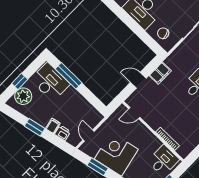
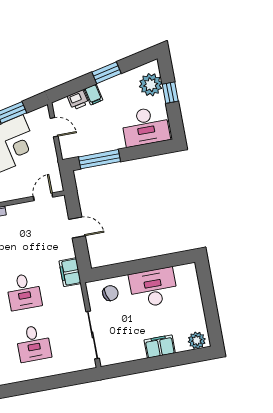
filing cabinet: (160, 73) -> (70, 272), moved
window: (69, 76) -> (100, 159), moved
door: (138, 80) -> (77, 228), hinge flipped

